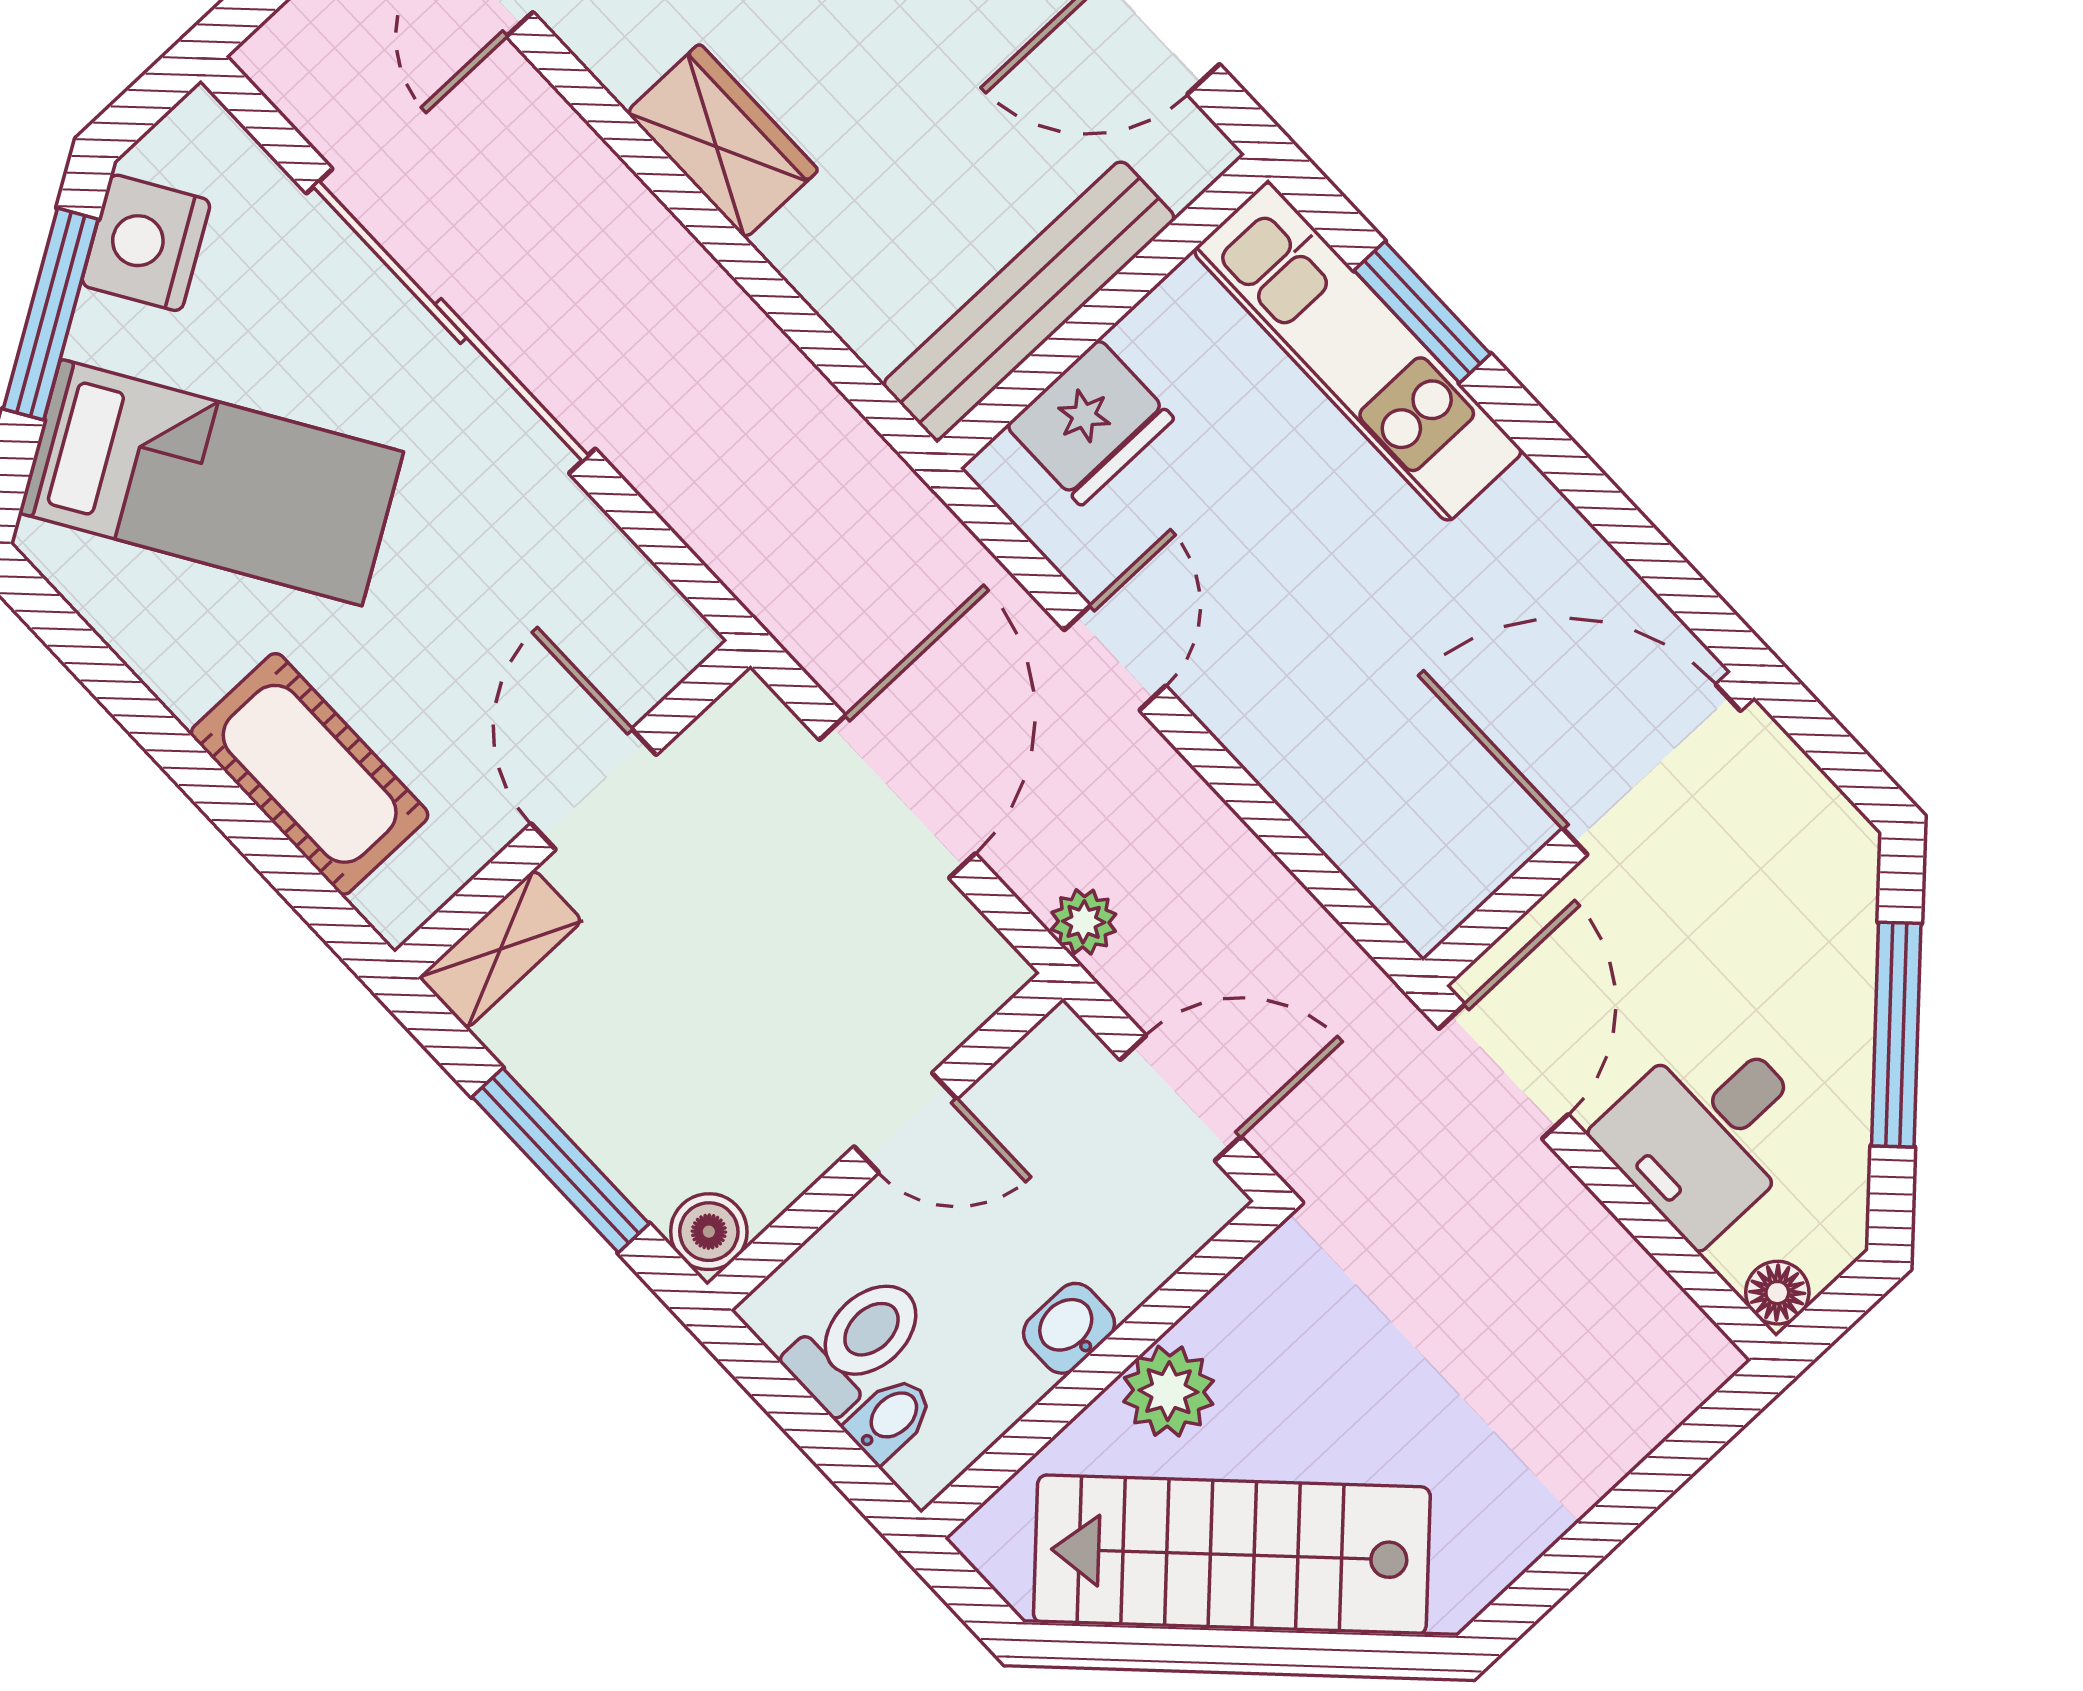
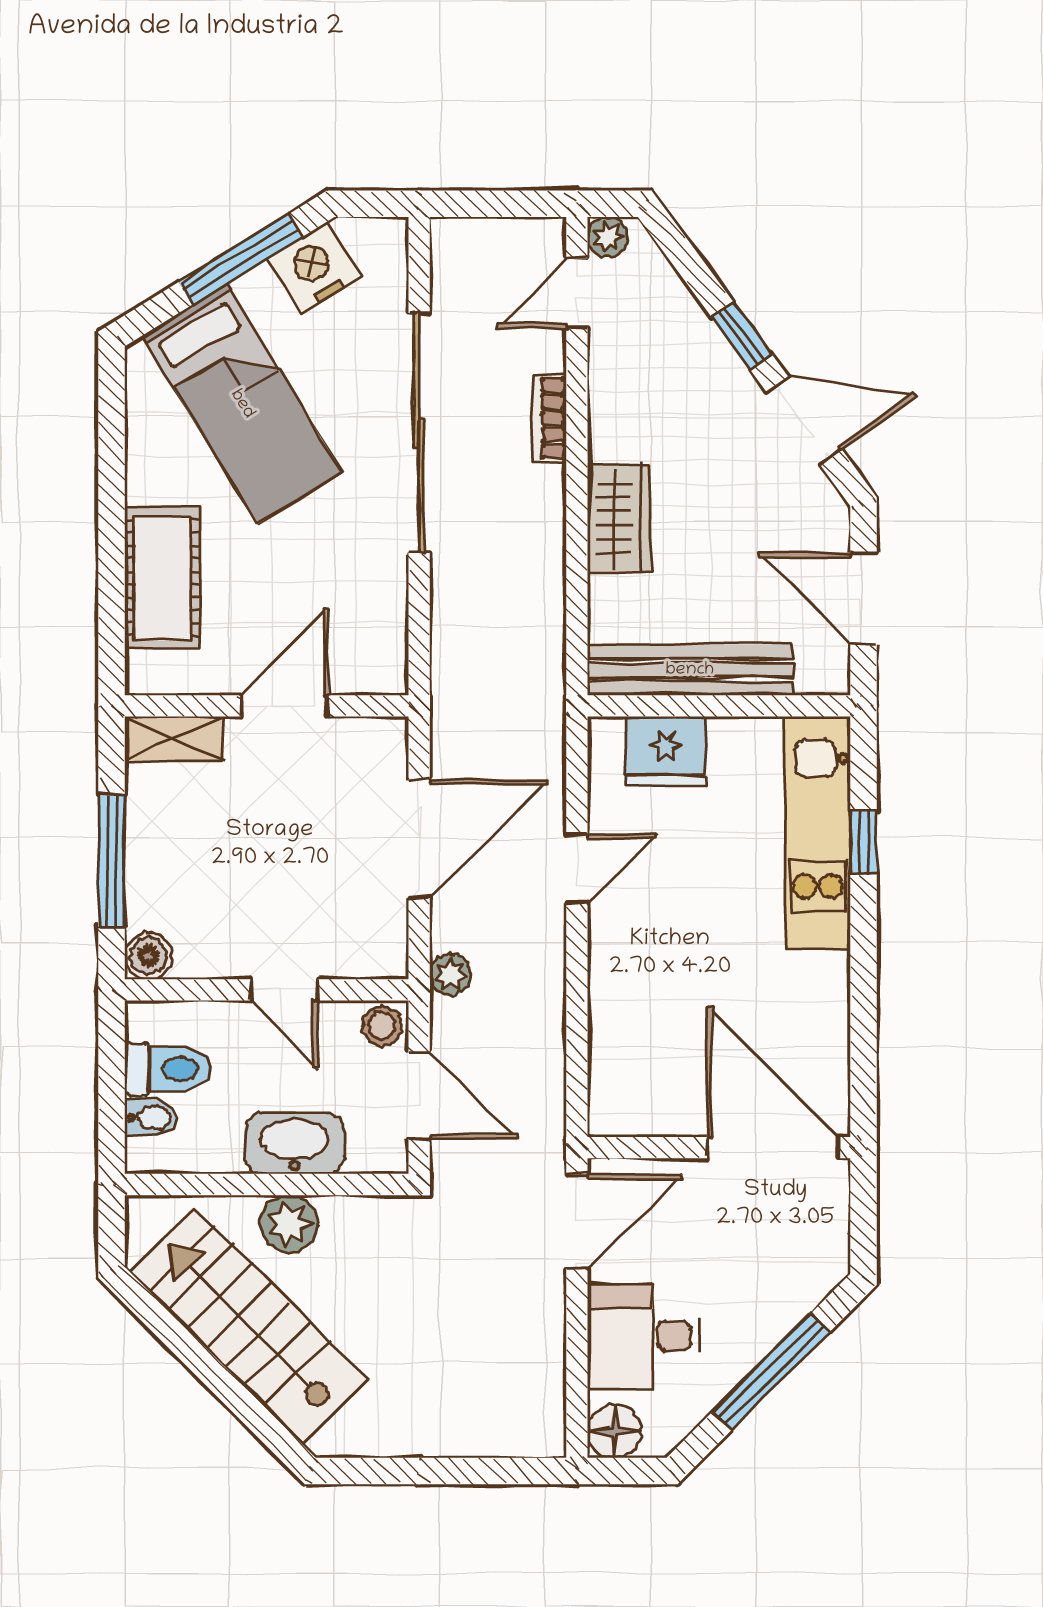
wardrobe: (722, 141) -> (619, 518), moved
bookcase: (587, 161) -> (549, 418), added
window: (1422, 312) -> (864, 843), width x0.67
stool: (1059, 1057) -> (382, 1026), added
floor lamp: (1777, 1293) -> (614, 1431), width x1.37, depth x1.37
washbasin: (1069, 1328) -> (294, 1143), width x1.91, depth x1.45

